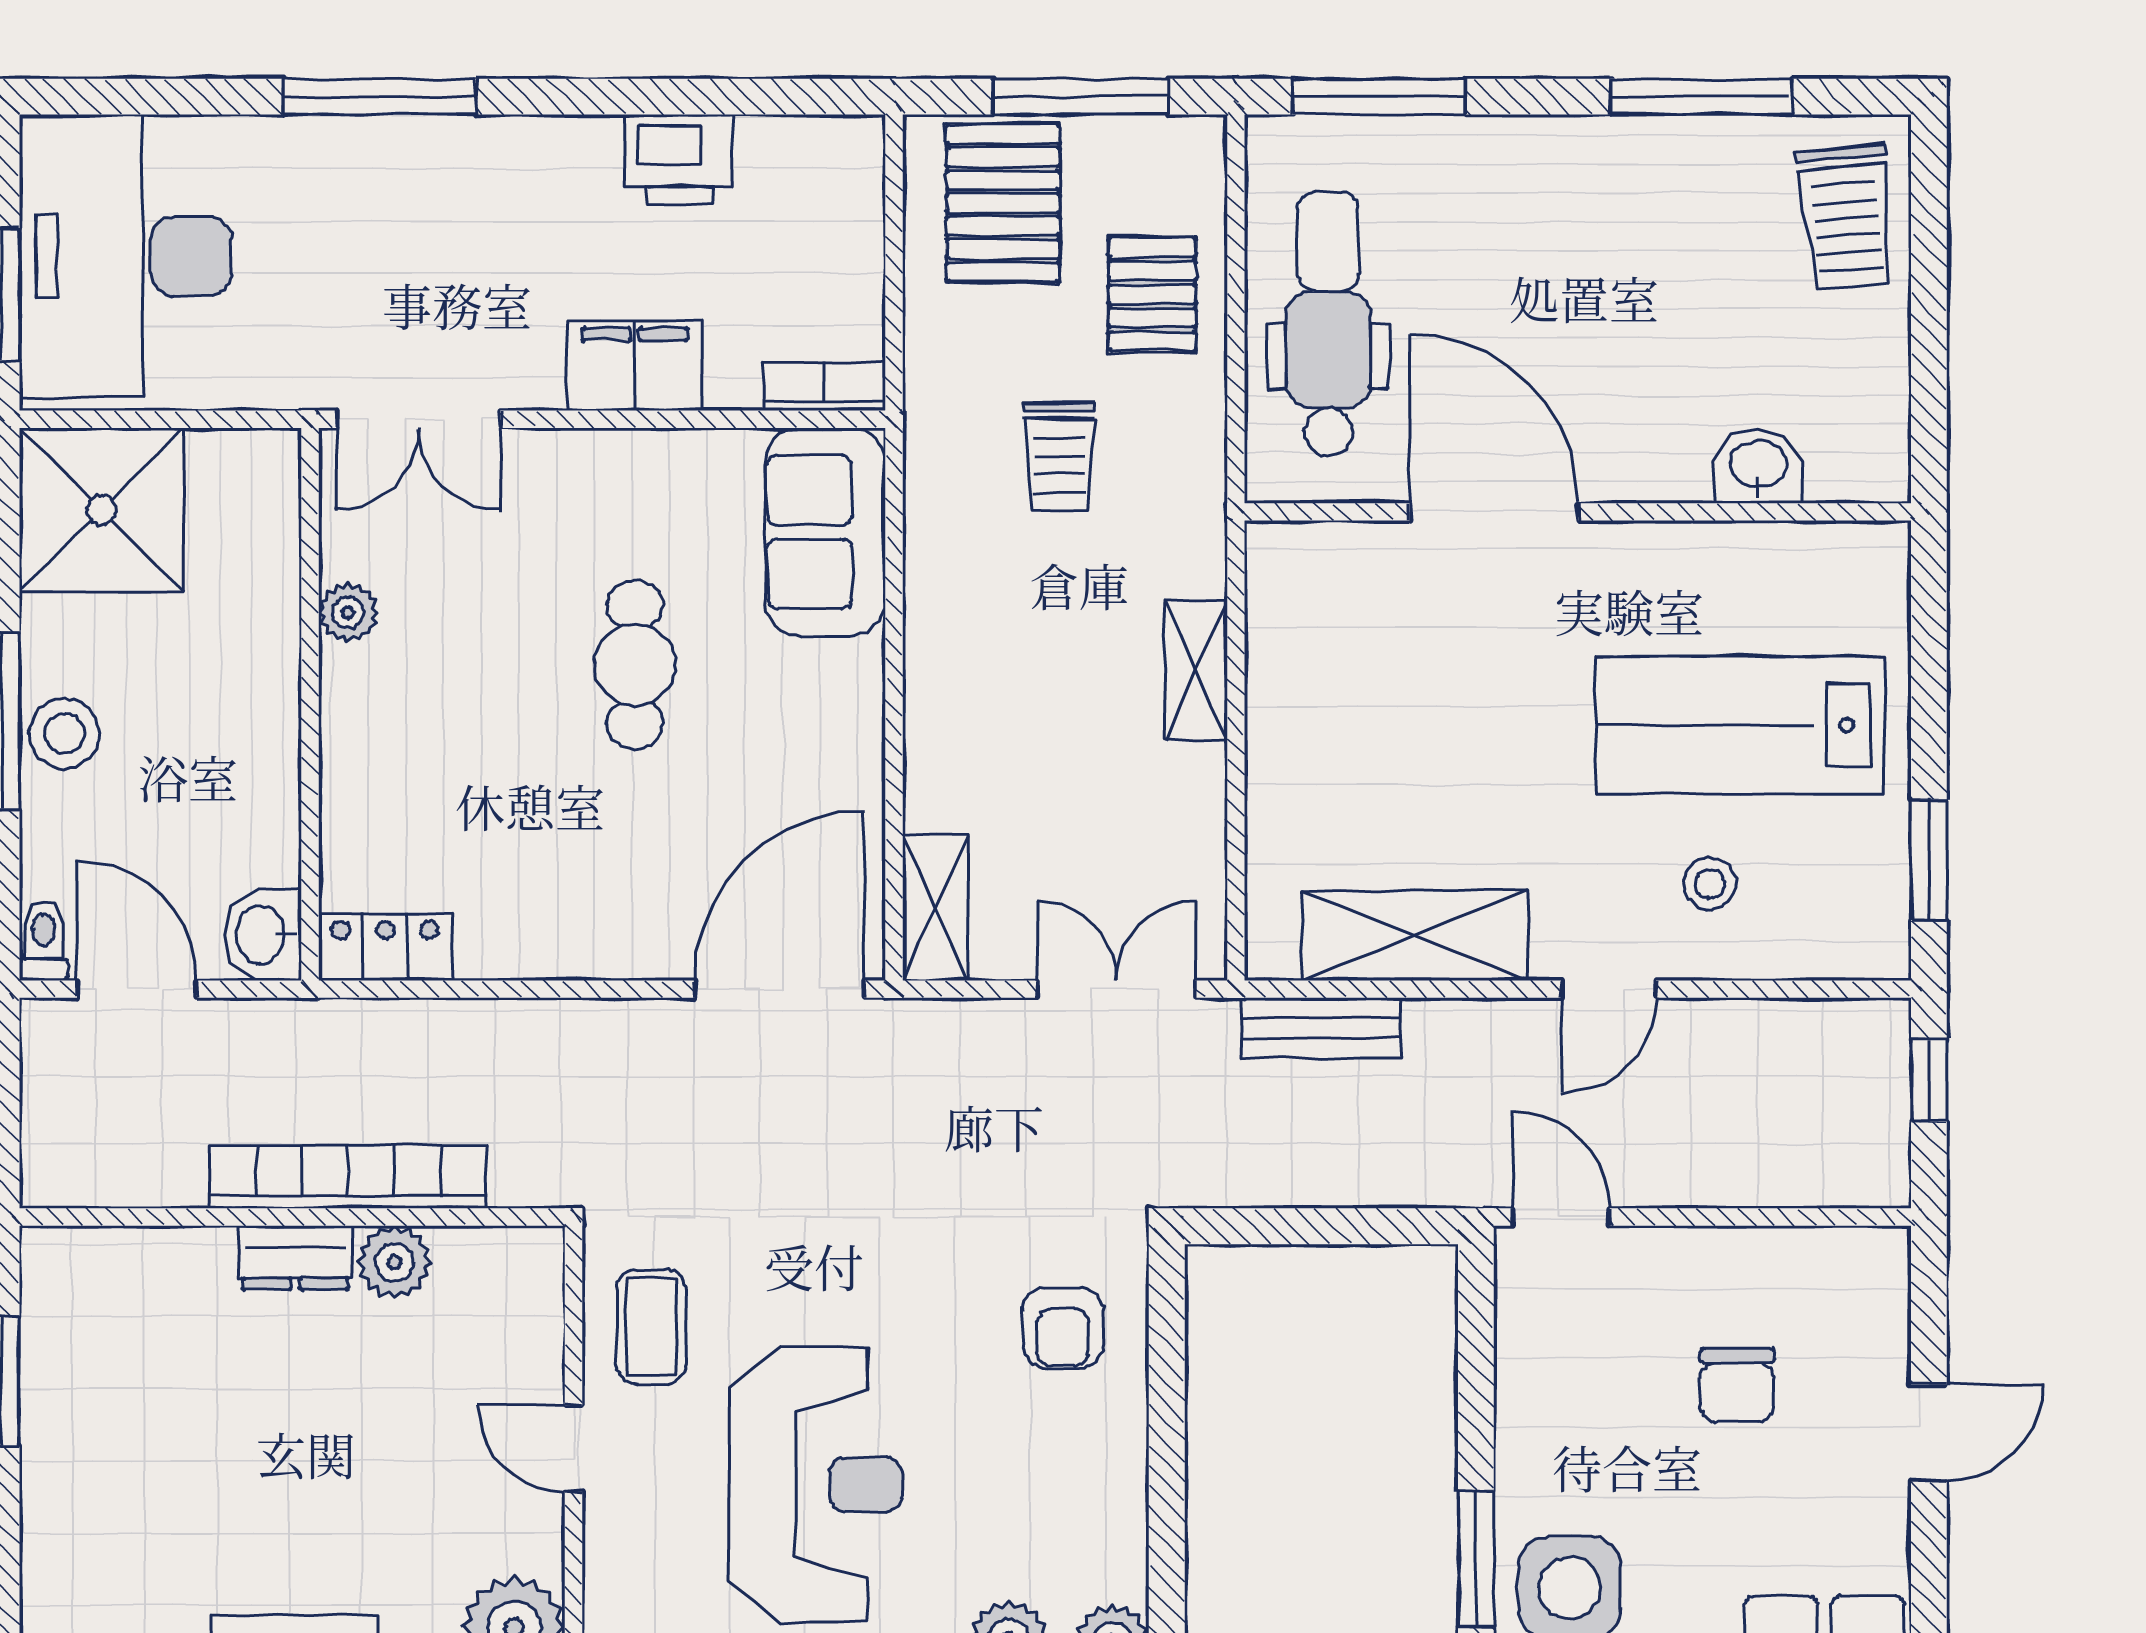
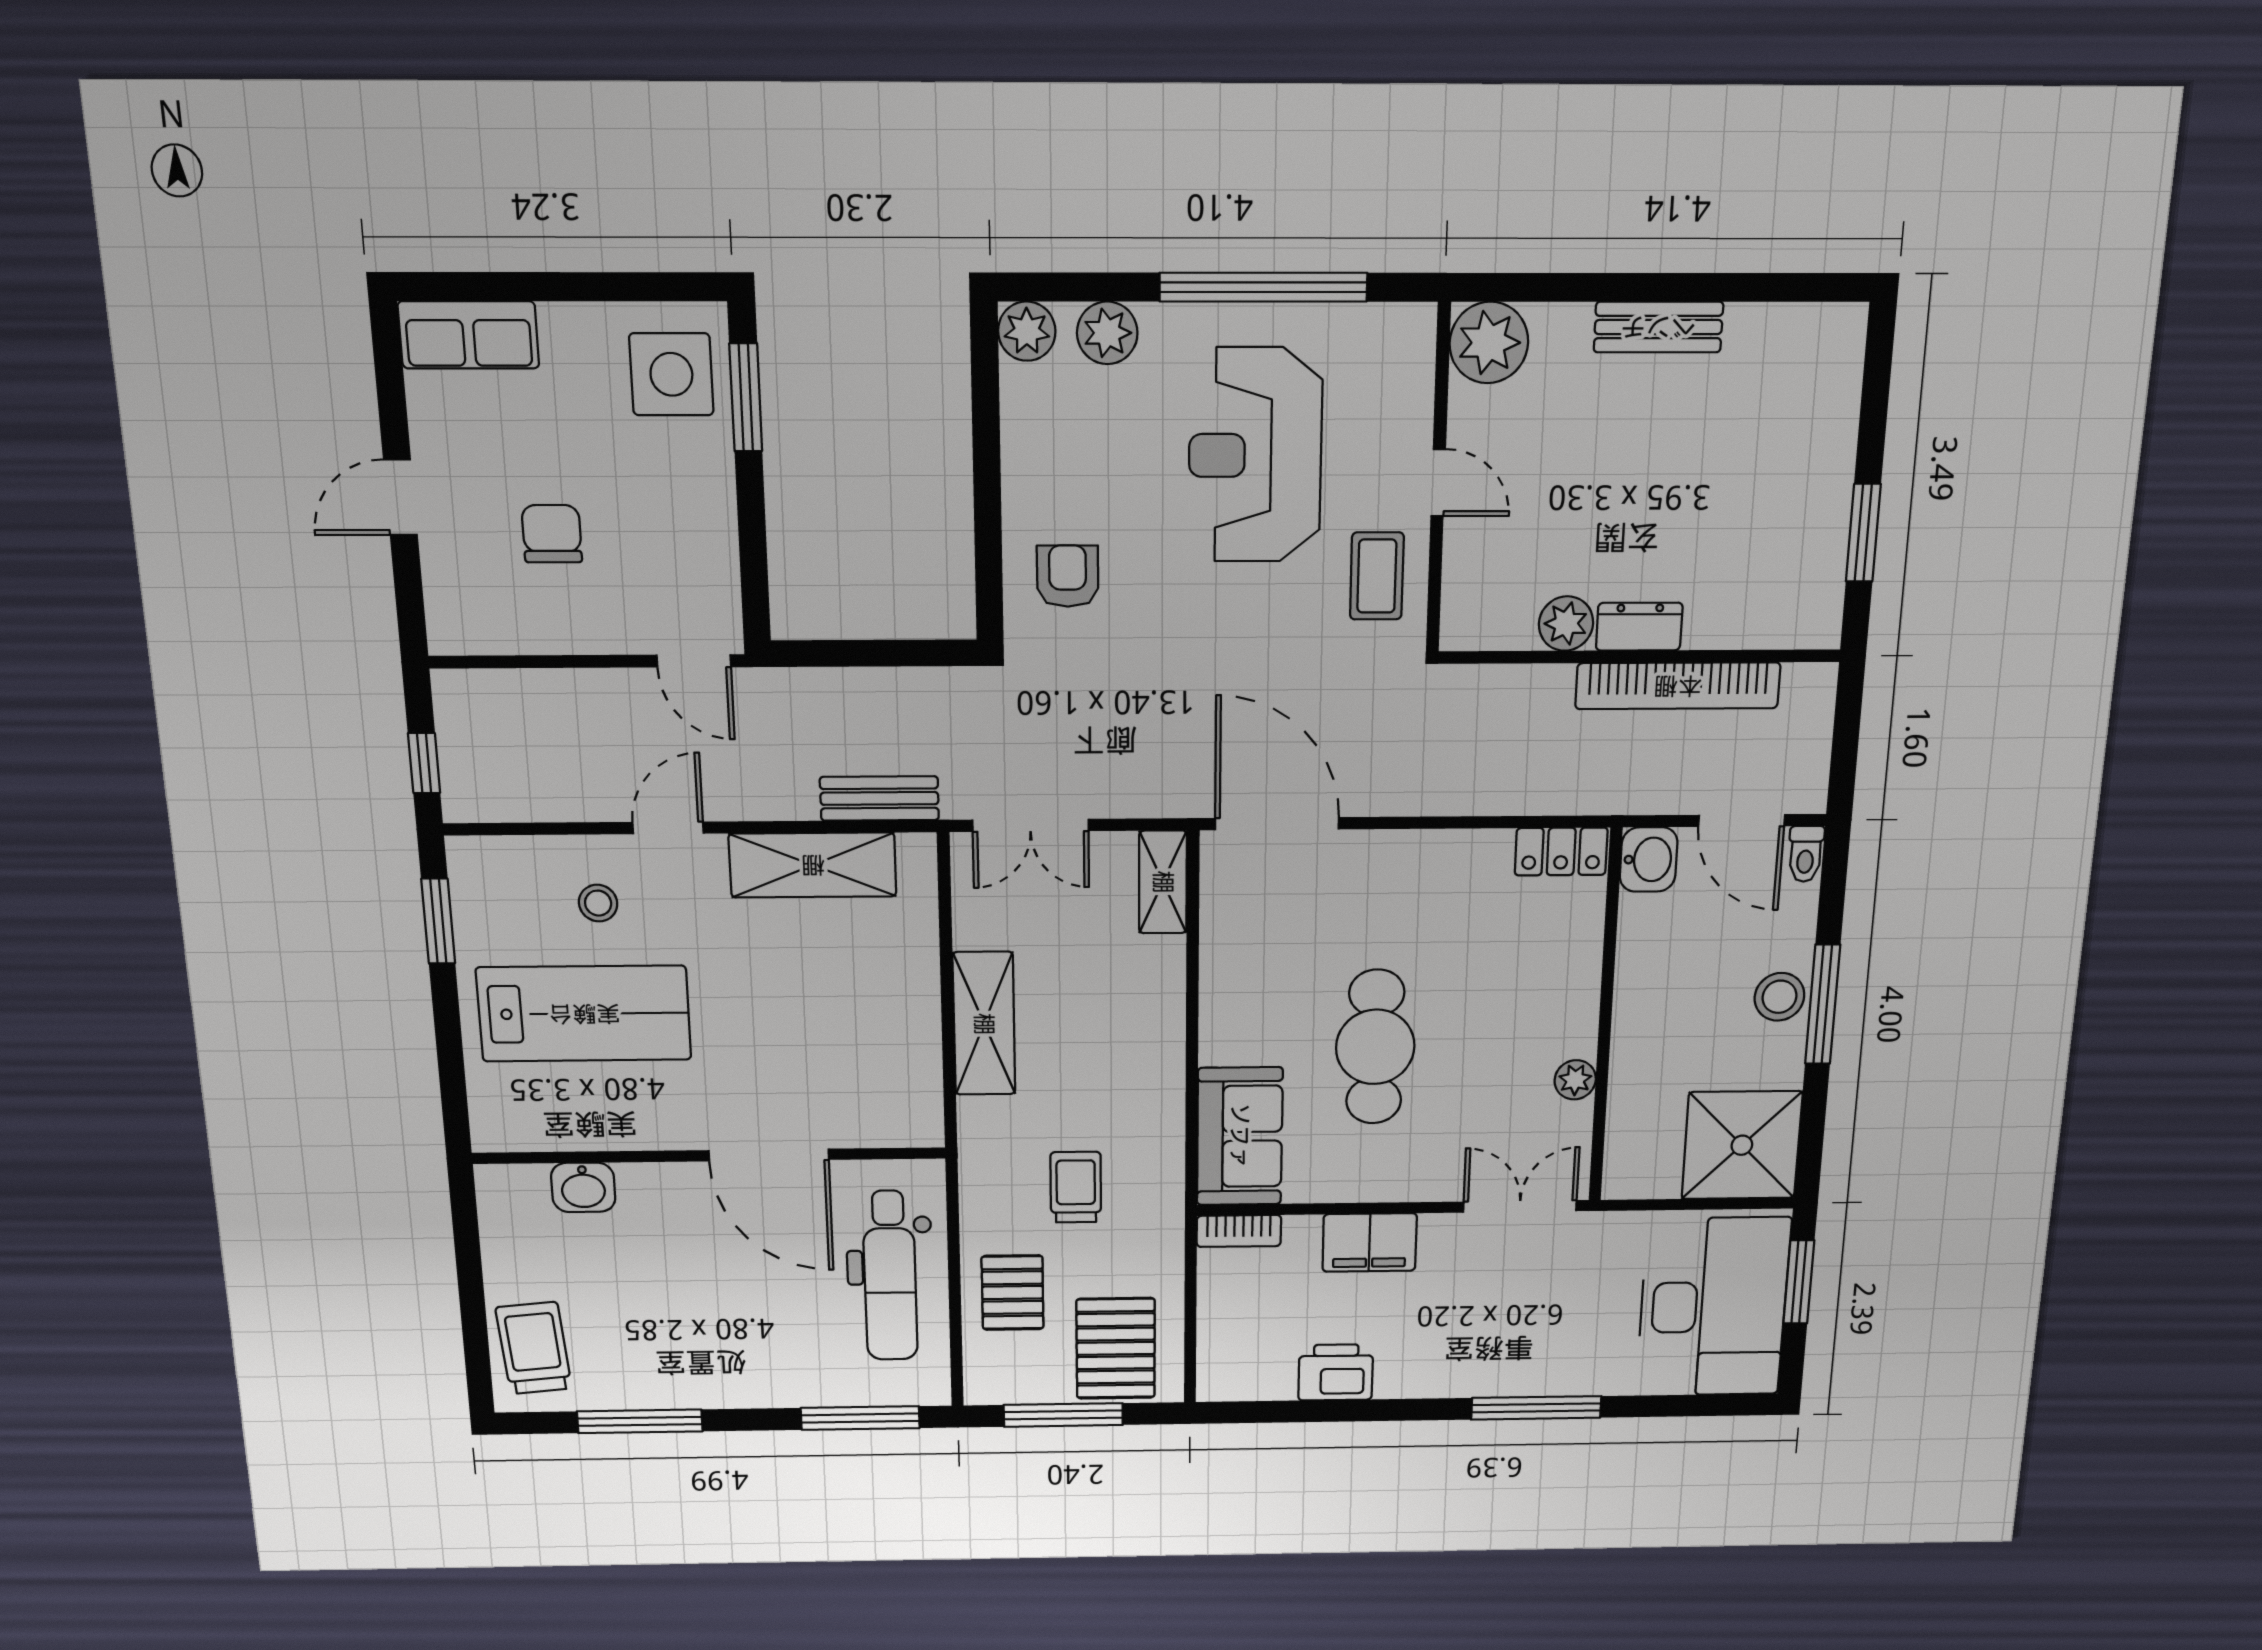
cafe table: (635, 665) -> (1375, 1047), width x1.37, depth x1.35
shelving: (1196, 670) -> (984, 1024), width x1.50, depth x1.33
door: (779, 989) -> (1277, 824), swing flipped
bookcase: (348, 1177) -> (1678, 686), moved

